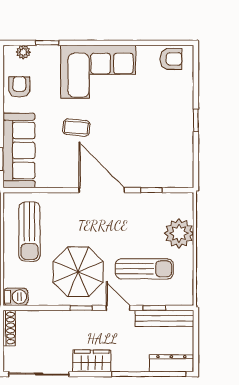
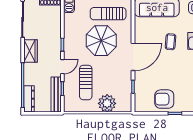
armchair: (172, 138) -> (164, 99), added
parasol: (78, 272) -> (101, 41), moved

